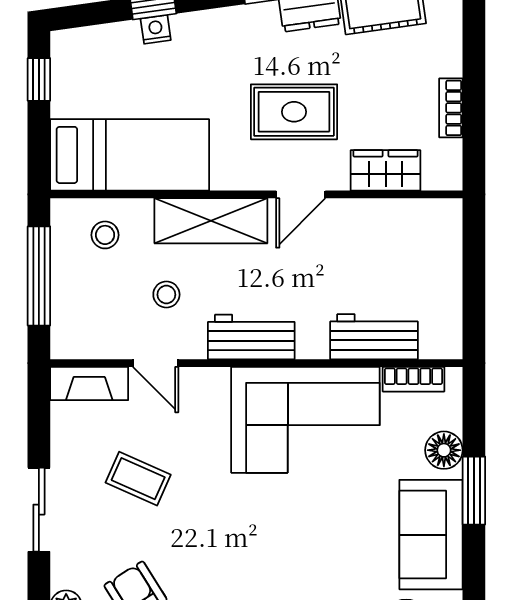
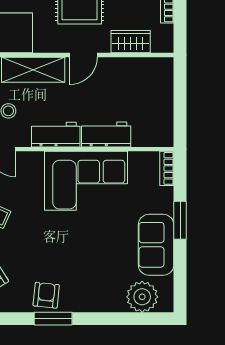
workbench: (374, 337) -> (106, 134), moved
bookcase: (413, 379) -> (167, 168), moved, turned 90
floor lamp: (444, 450) -> (163, 198), removed

